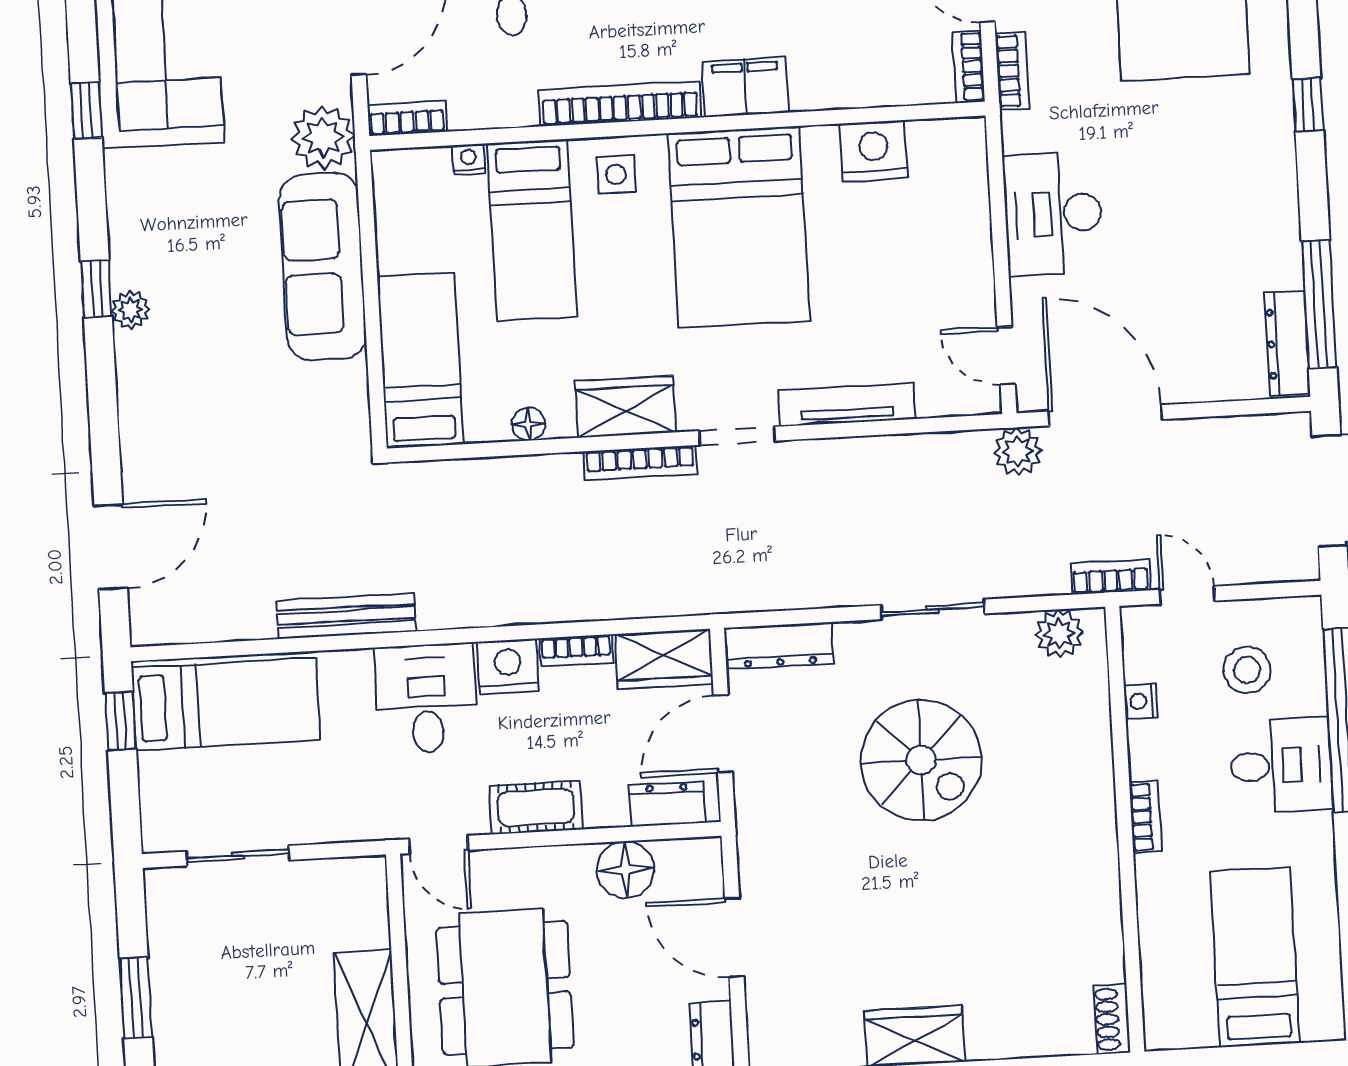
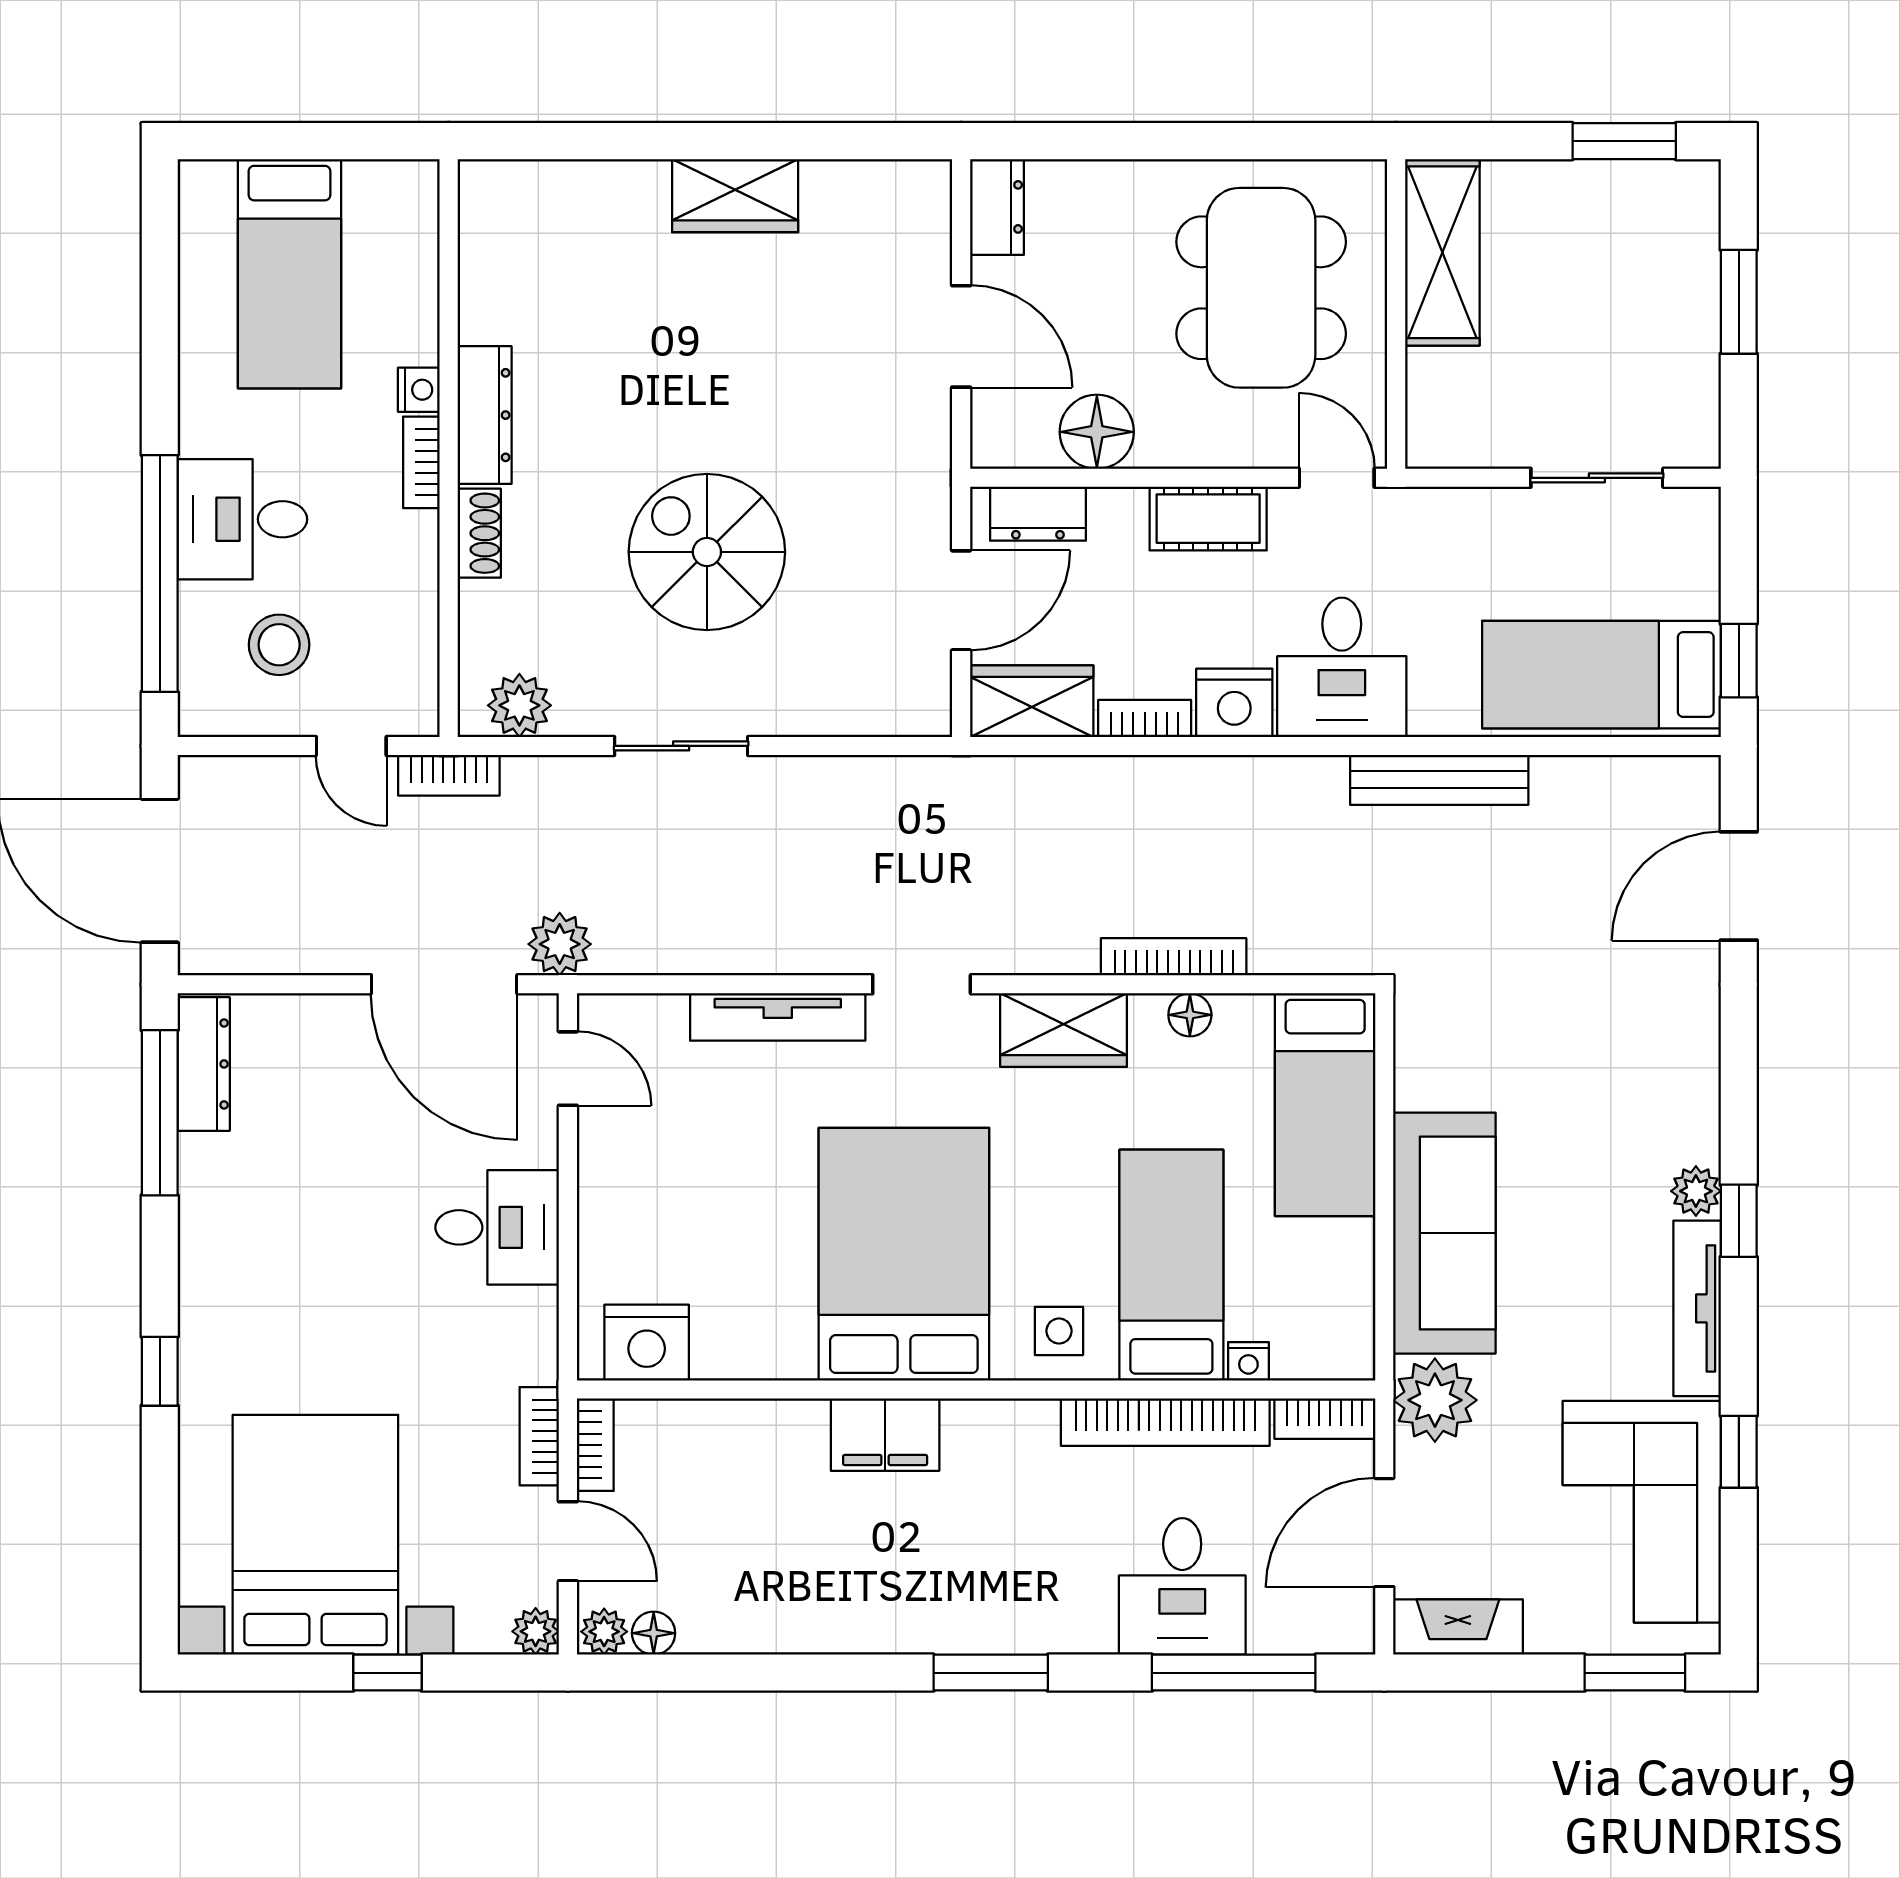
bookcase: (620, 104) -> (1165, 1422), moved
nightstand: (874, 151) -> (647, 1343), moved
desk: (1053, 214) -> (497, 1227), width x0.73
tv unit: (125, 219) -> (1697, 1308), added
bookcase: (640, 463) -> (1174, 957), moved
dresser: (779, 646) -> (485, 415), moved, turned 90
nightstand: (1141, 701) -> (419, 390), moved
shoe rack: (1112, 1019) -> (479, 533), moved

